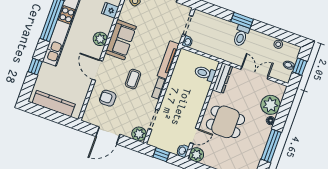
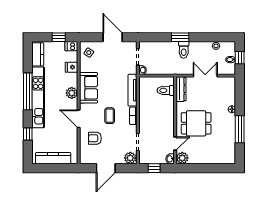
plant: (270, 105) -> (227, 97), removed

